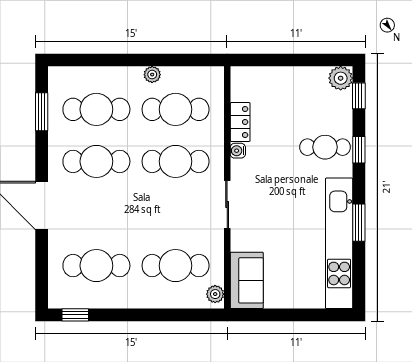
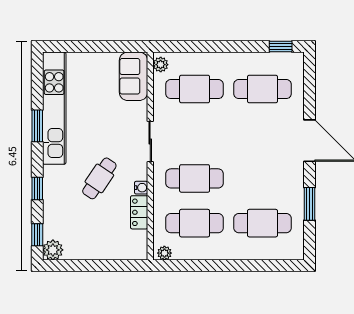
plant: (152, 75) -> (164, 253), moved
window: (42, 112) -> (310, 204), moved
cafe table: (325, 147) -> (99, 178), moved, turned -56
cafe table: (96, 161) -> (263, 178), removed

